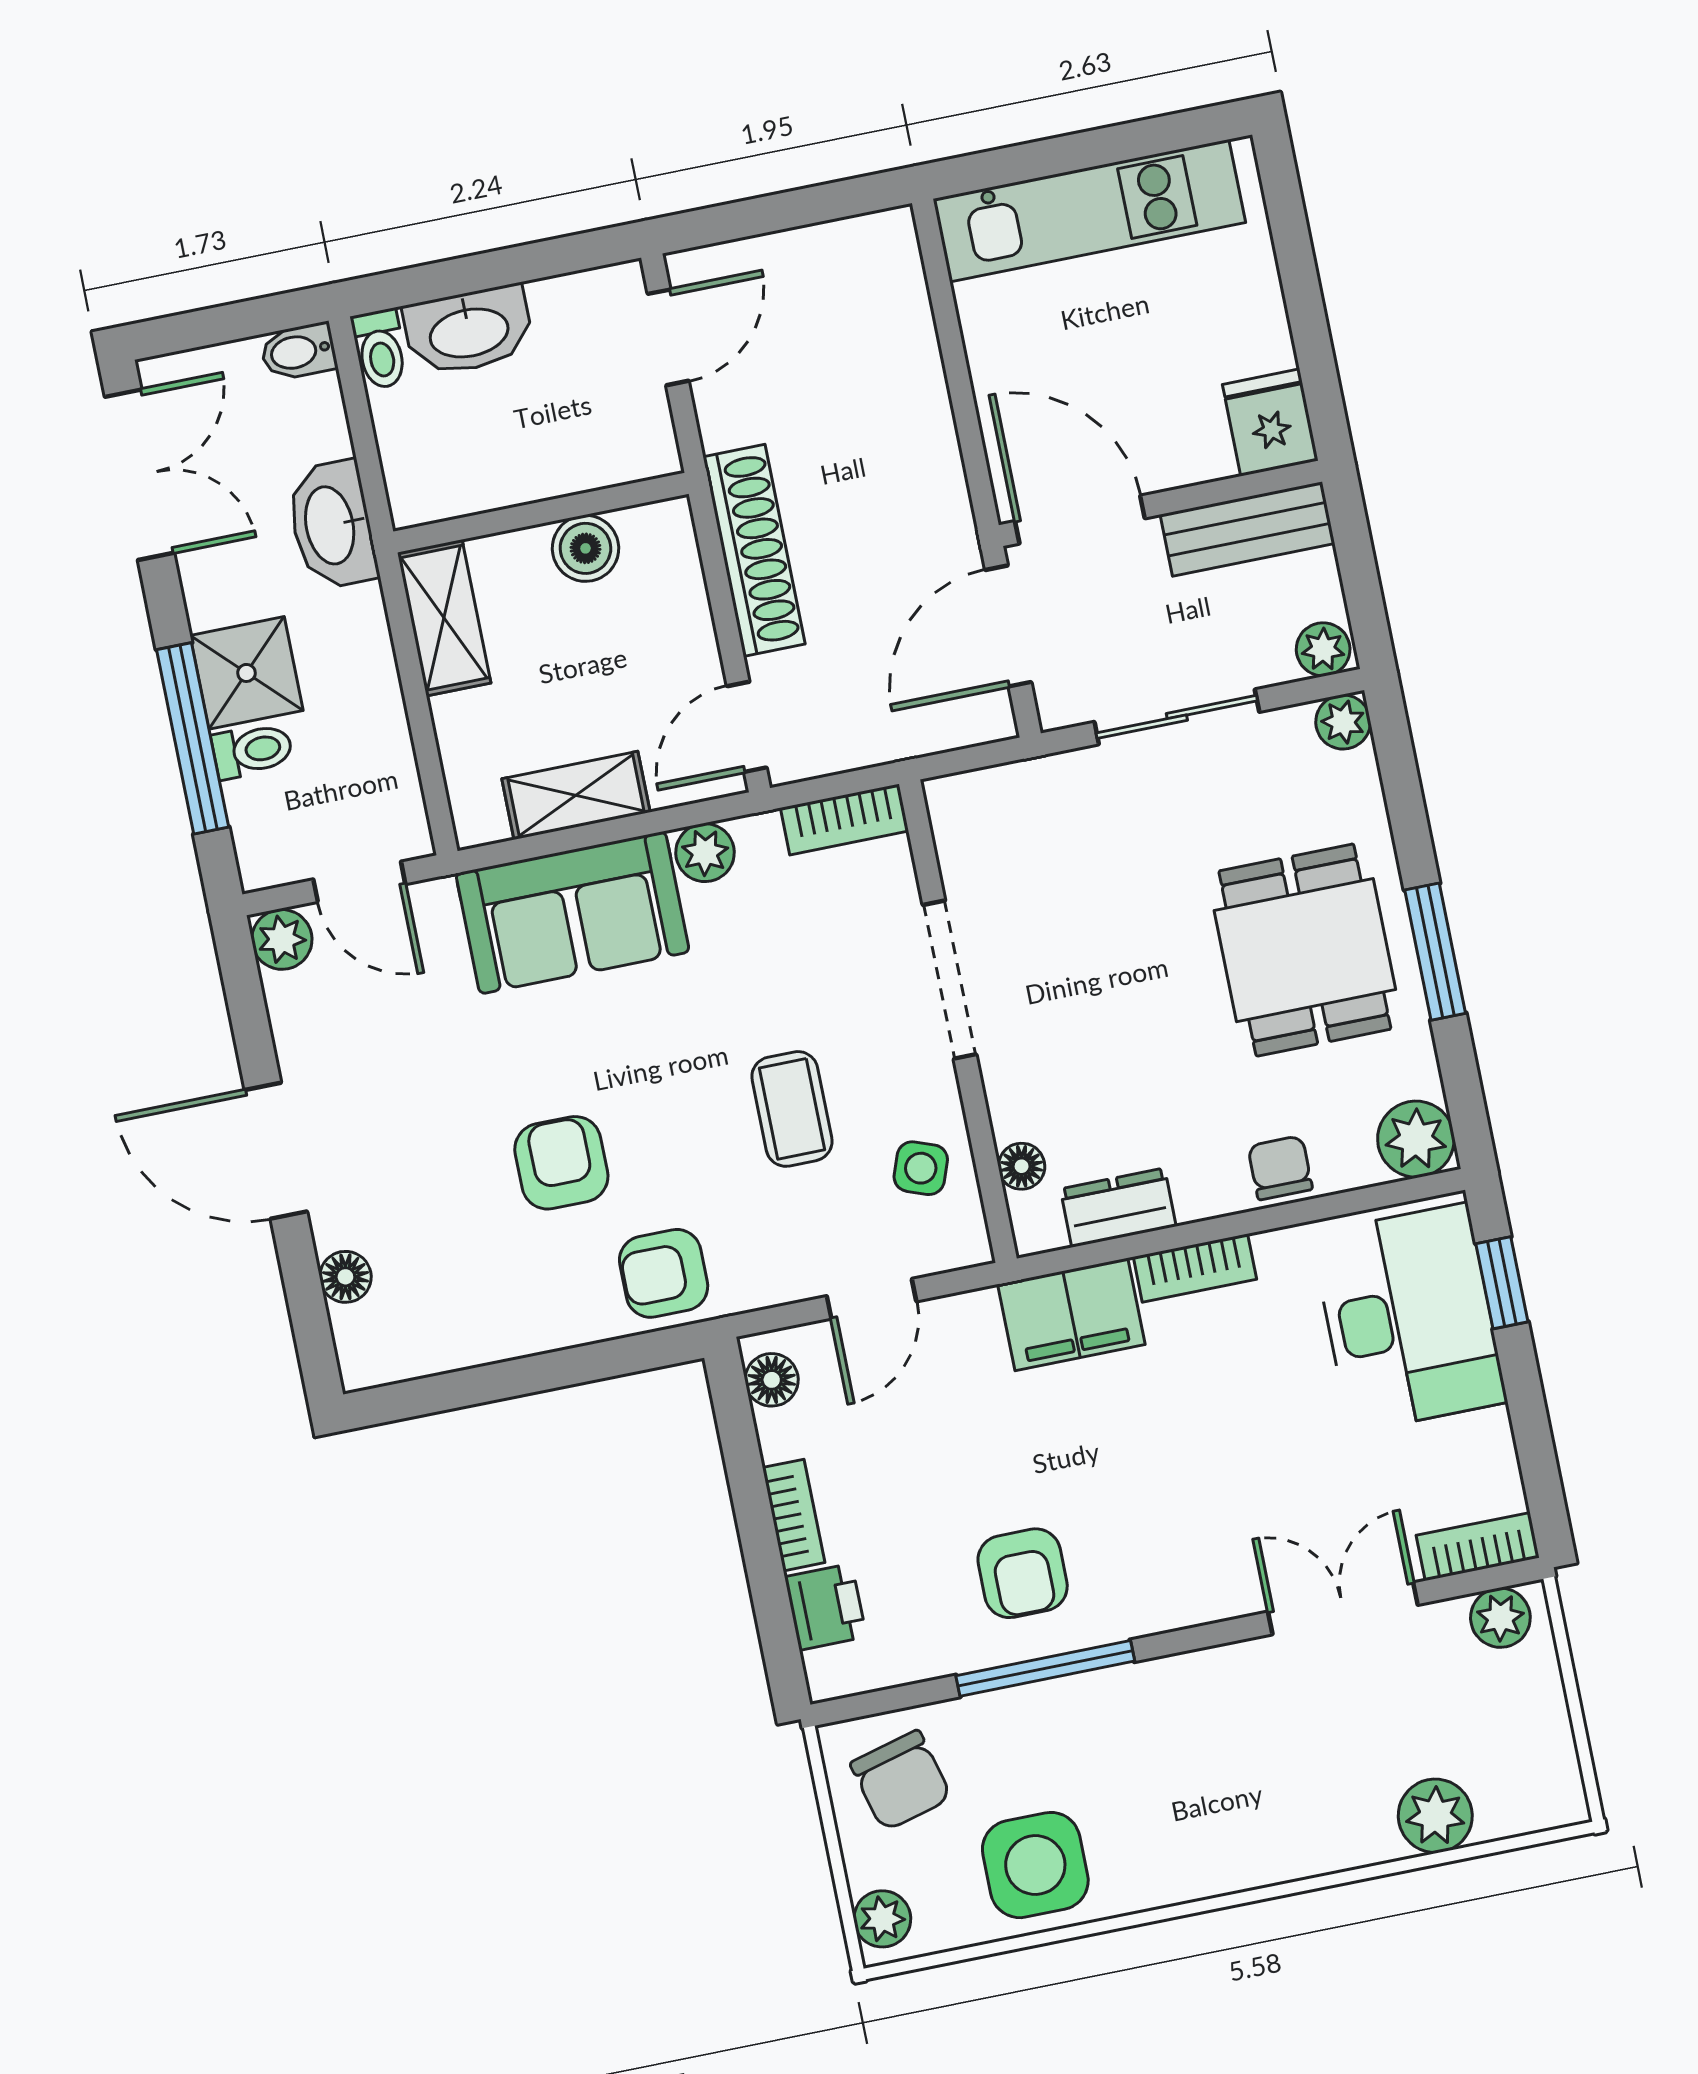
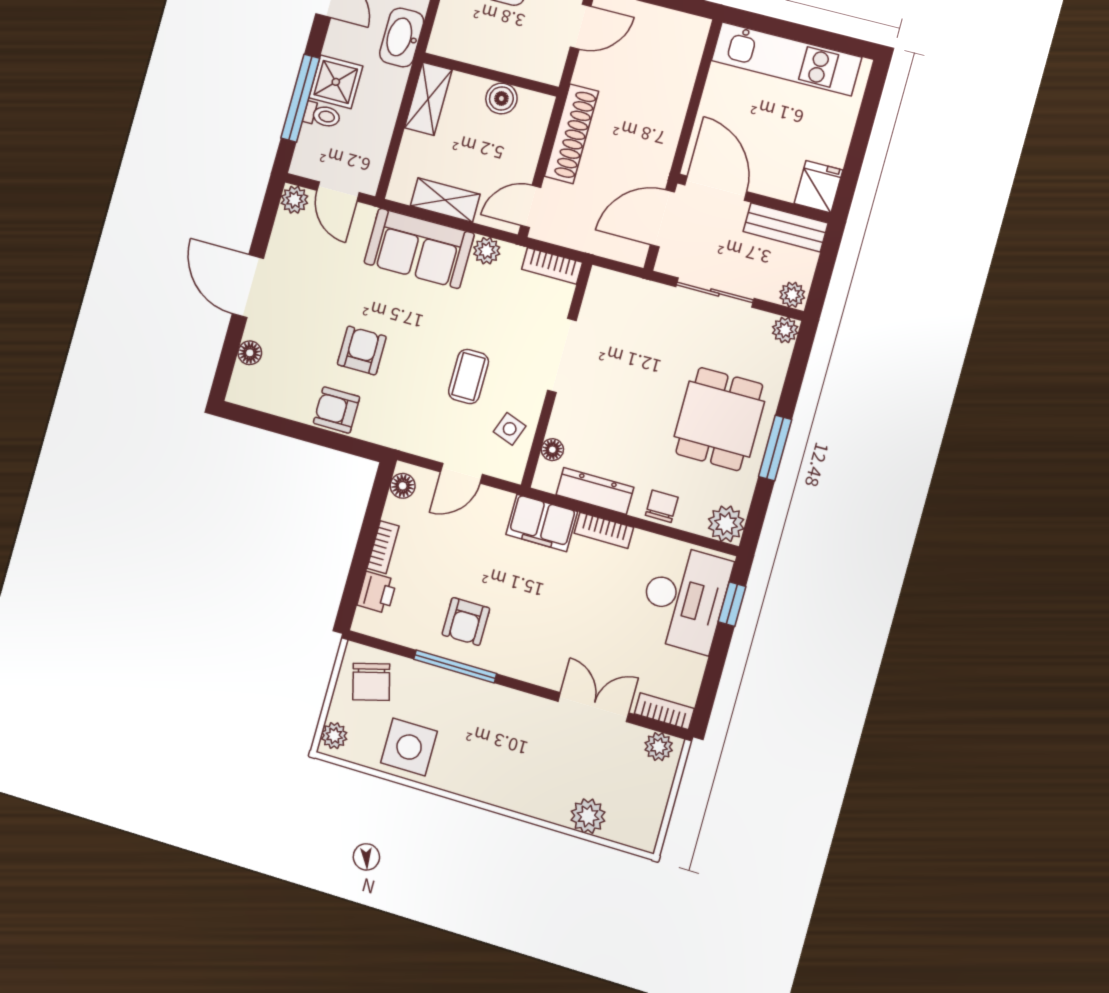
dresser: (1118, 1208) -> (595, 491), width x1.44
armchair: (664, 1273) -> (337, 410), moved

